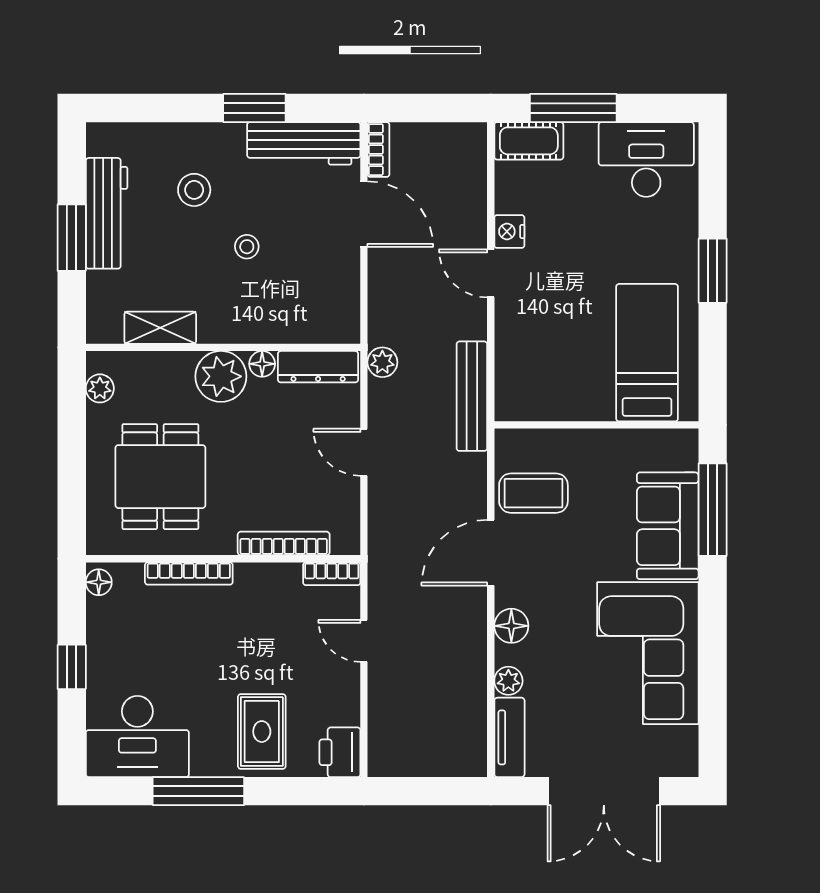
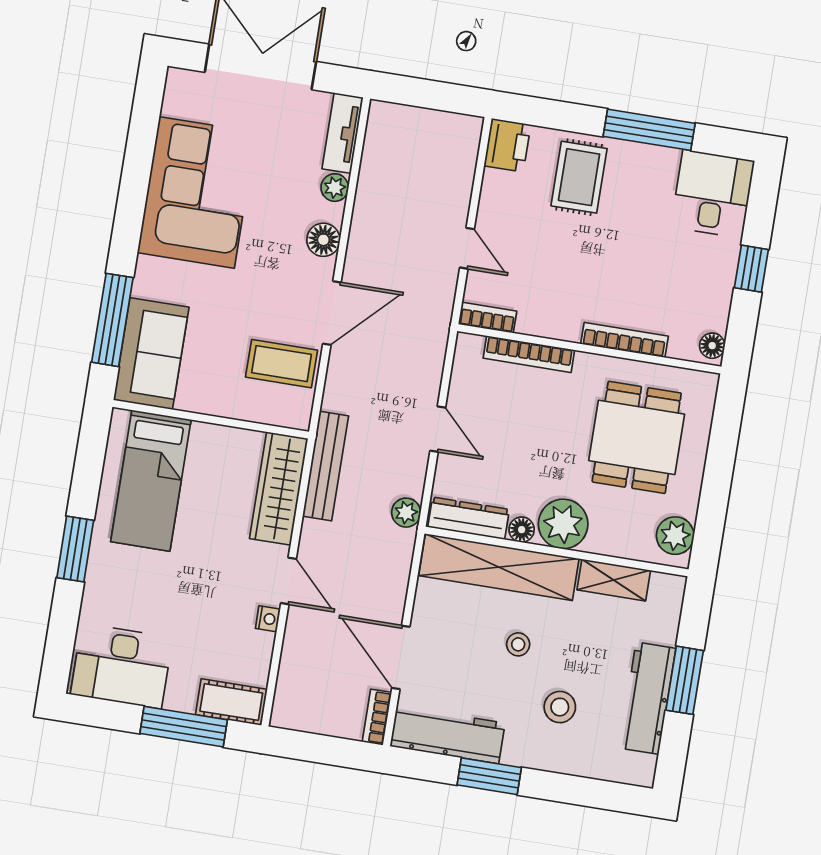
nightstand: (509, 231) -> (268, 619), width x0.72, depth x0.74
shelving: (279, 322) -> (499, 567), added
wardrobe: (516, 366) -> (279, 488), added
plant: (100, 388) -> (675, 536), width x1.38, depth x1.38
sofa: (668, 526) -> (151, 354), moved
desk: (137, 737) -> (713, 194), width x0.73

